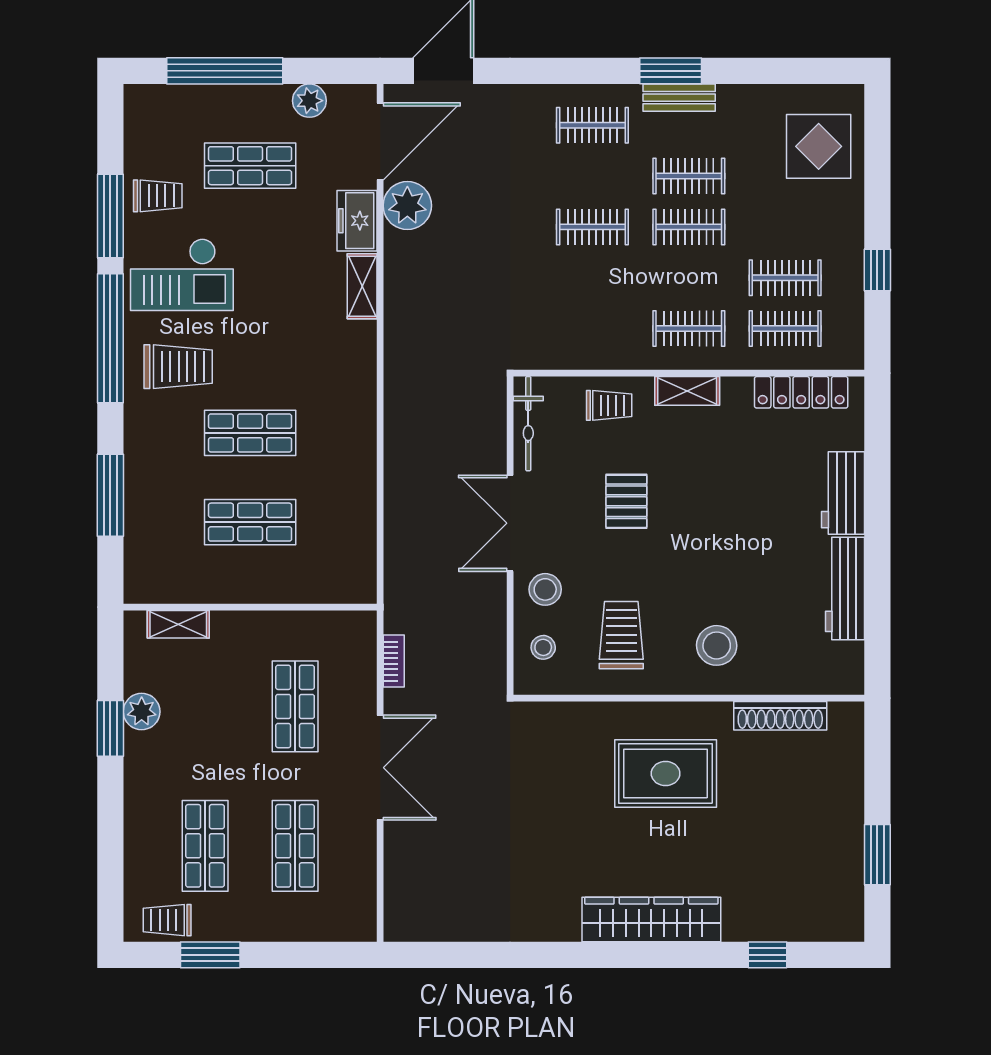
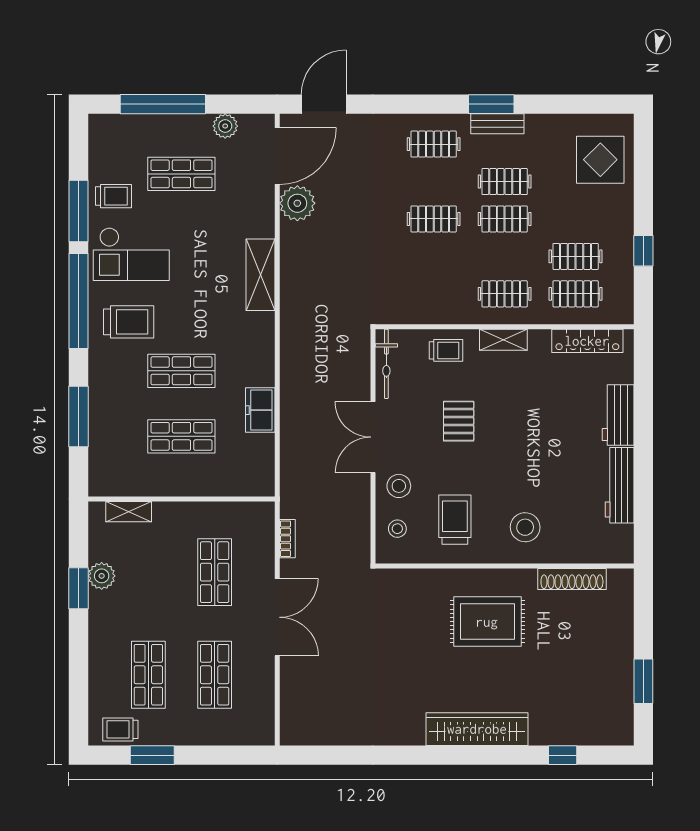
freezer: (357, 221) -> (260, 410), moved
shelving: (362, 286) -> (260, 275), width x1.50, depth x1.33

